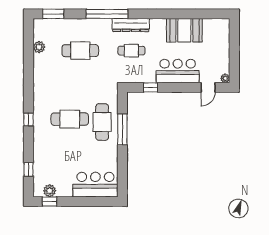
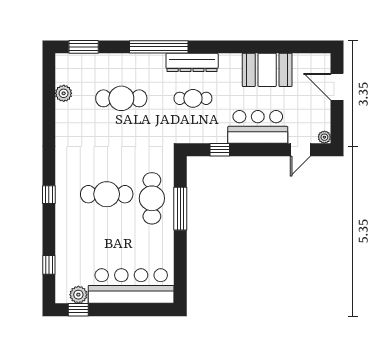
door: (234, 42) -> (337, 87), added
bar counter: (95, 185) -> (131, 286), width x1.36

